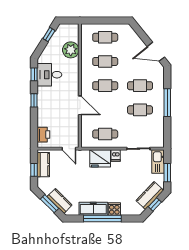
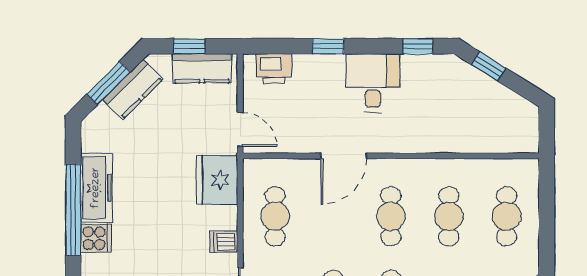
window: (49, 35) -> (489, 66), moved
plant: (71, 50) -> (476, 134), removed
desk: (49, 75) -> (373, 83), moved
window: (34, 100) -> (328, 46), moved
door: (69, 149) -> (240, 129), swing flipped
fridge: (100, 158) -> (217, 180), moved
kitchen counter: (60, 201) -> (133, 89), moved

